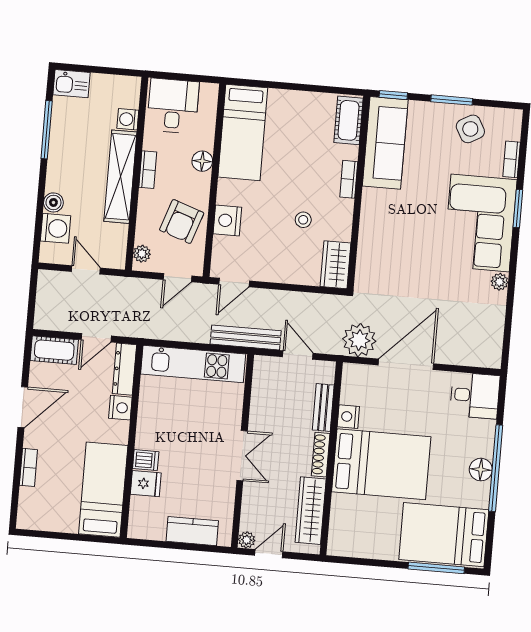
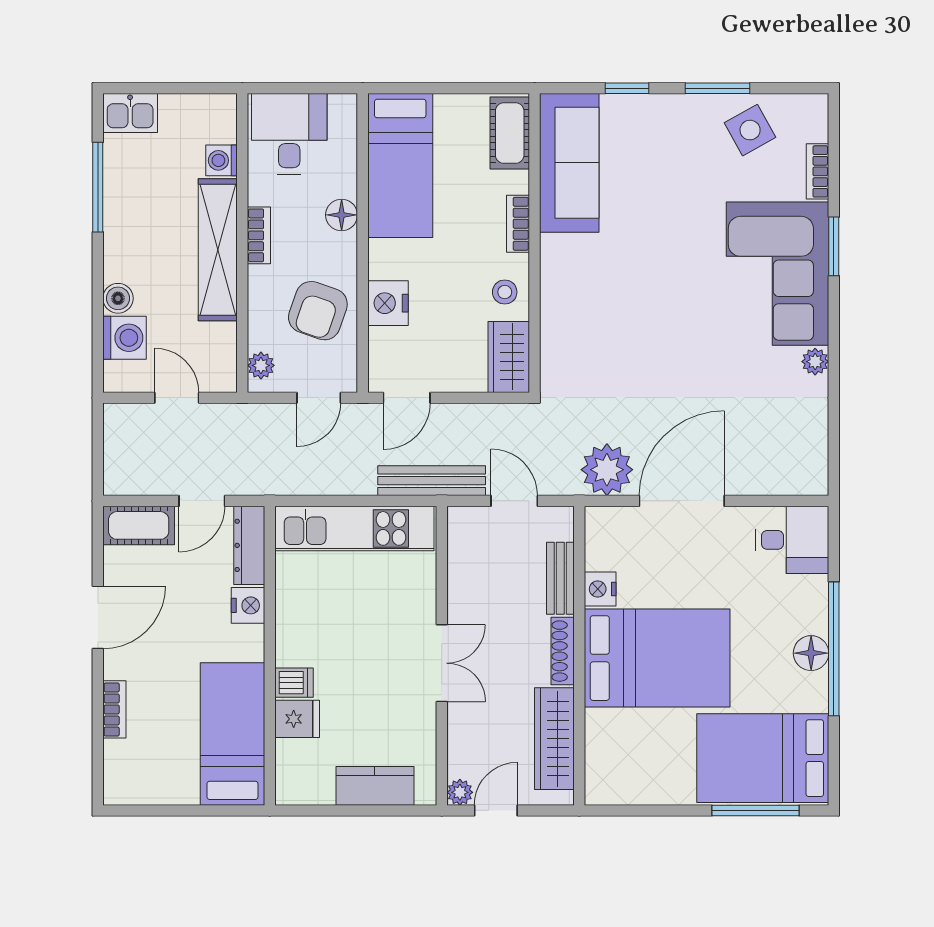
cot: (348, 120) -> (510, 133), moved
sofa: (385, 143) -> (569, 163), moved
bookcase: (349, 179) -> (518, 224), moved
wall: (358, 193) -> (535, 243), moved
wardrobe: (335, 265) -> (509, 357), moved

